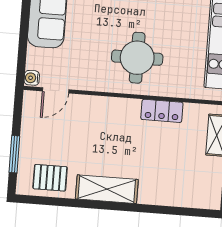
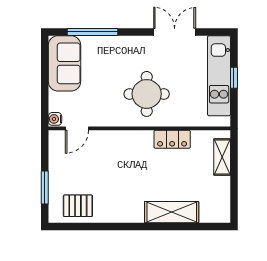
shelving: (107, 189) -> (172, 212), moved

